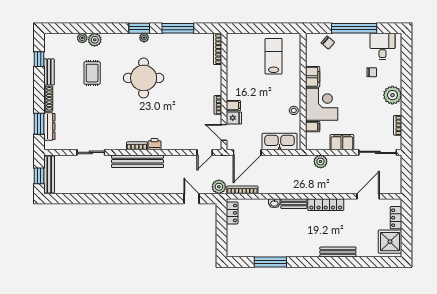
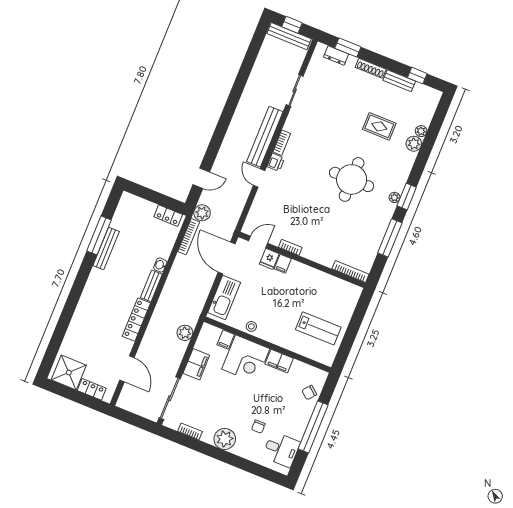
dresser: (49, 126) -> (336, 55), width x0.70
door: (205, 152) -> (259, 178), moved
bench: (338, 252) -> (106, 248), moved

